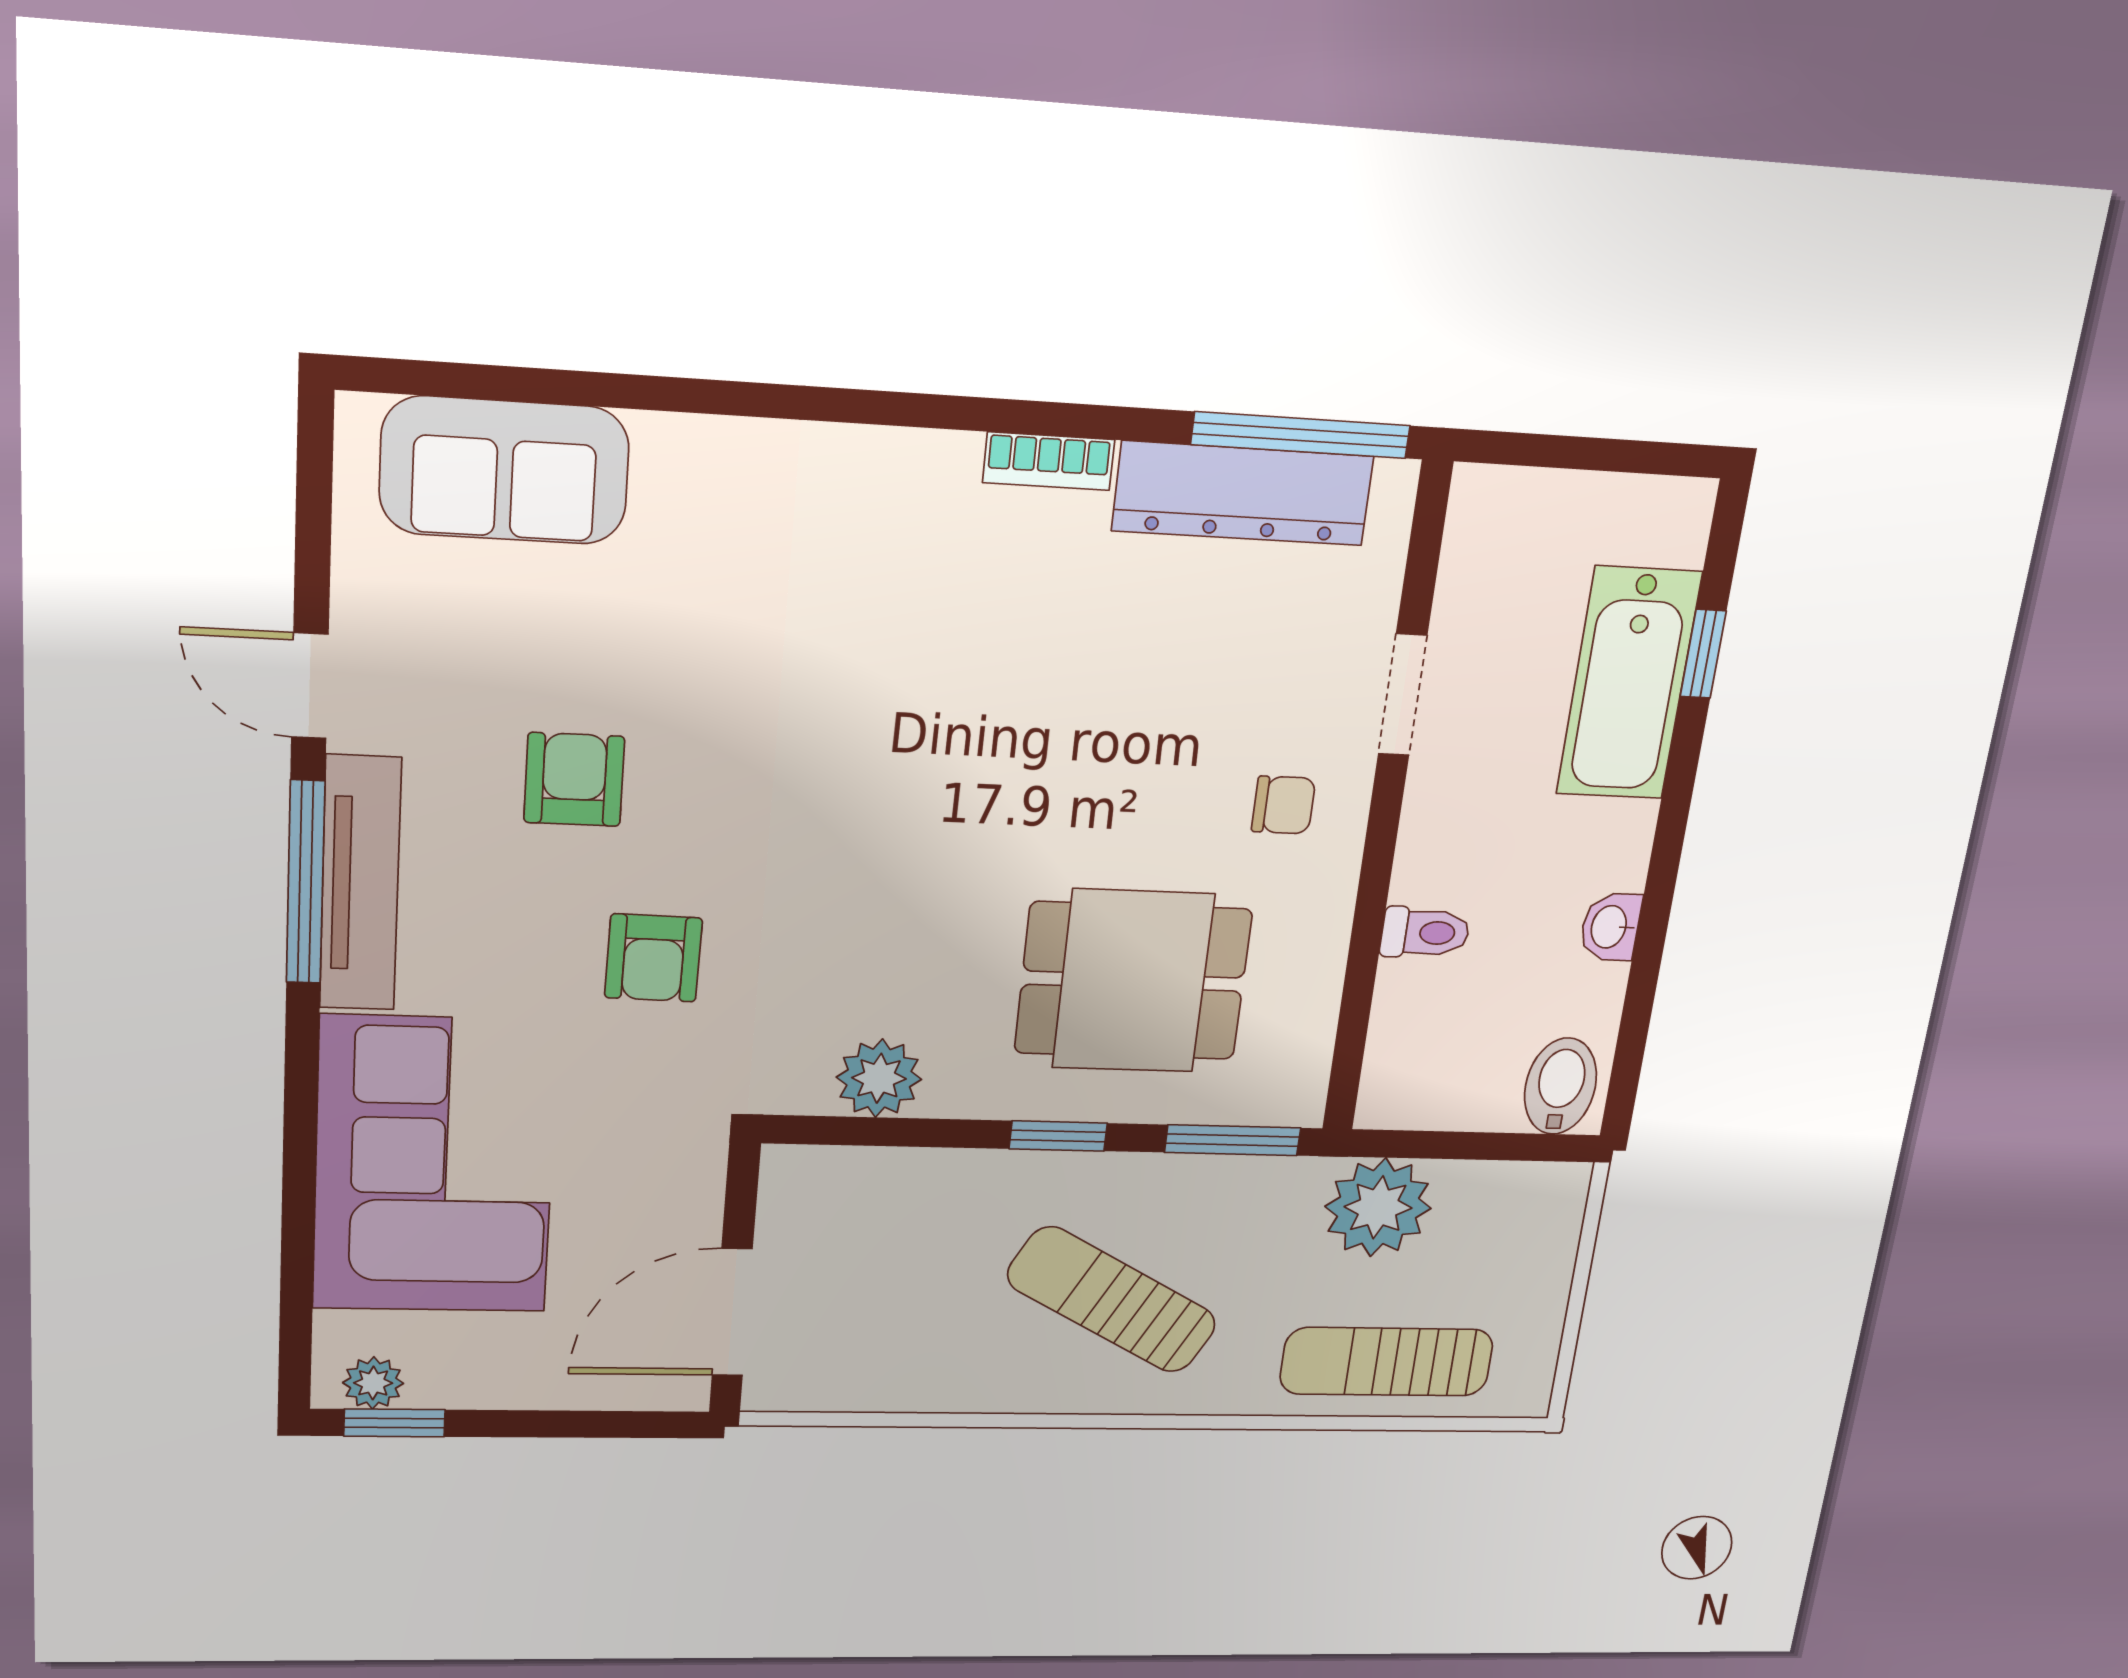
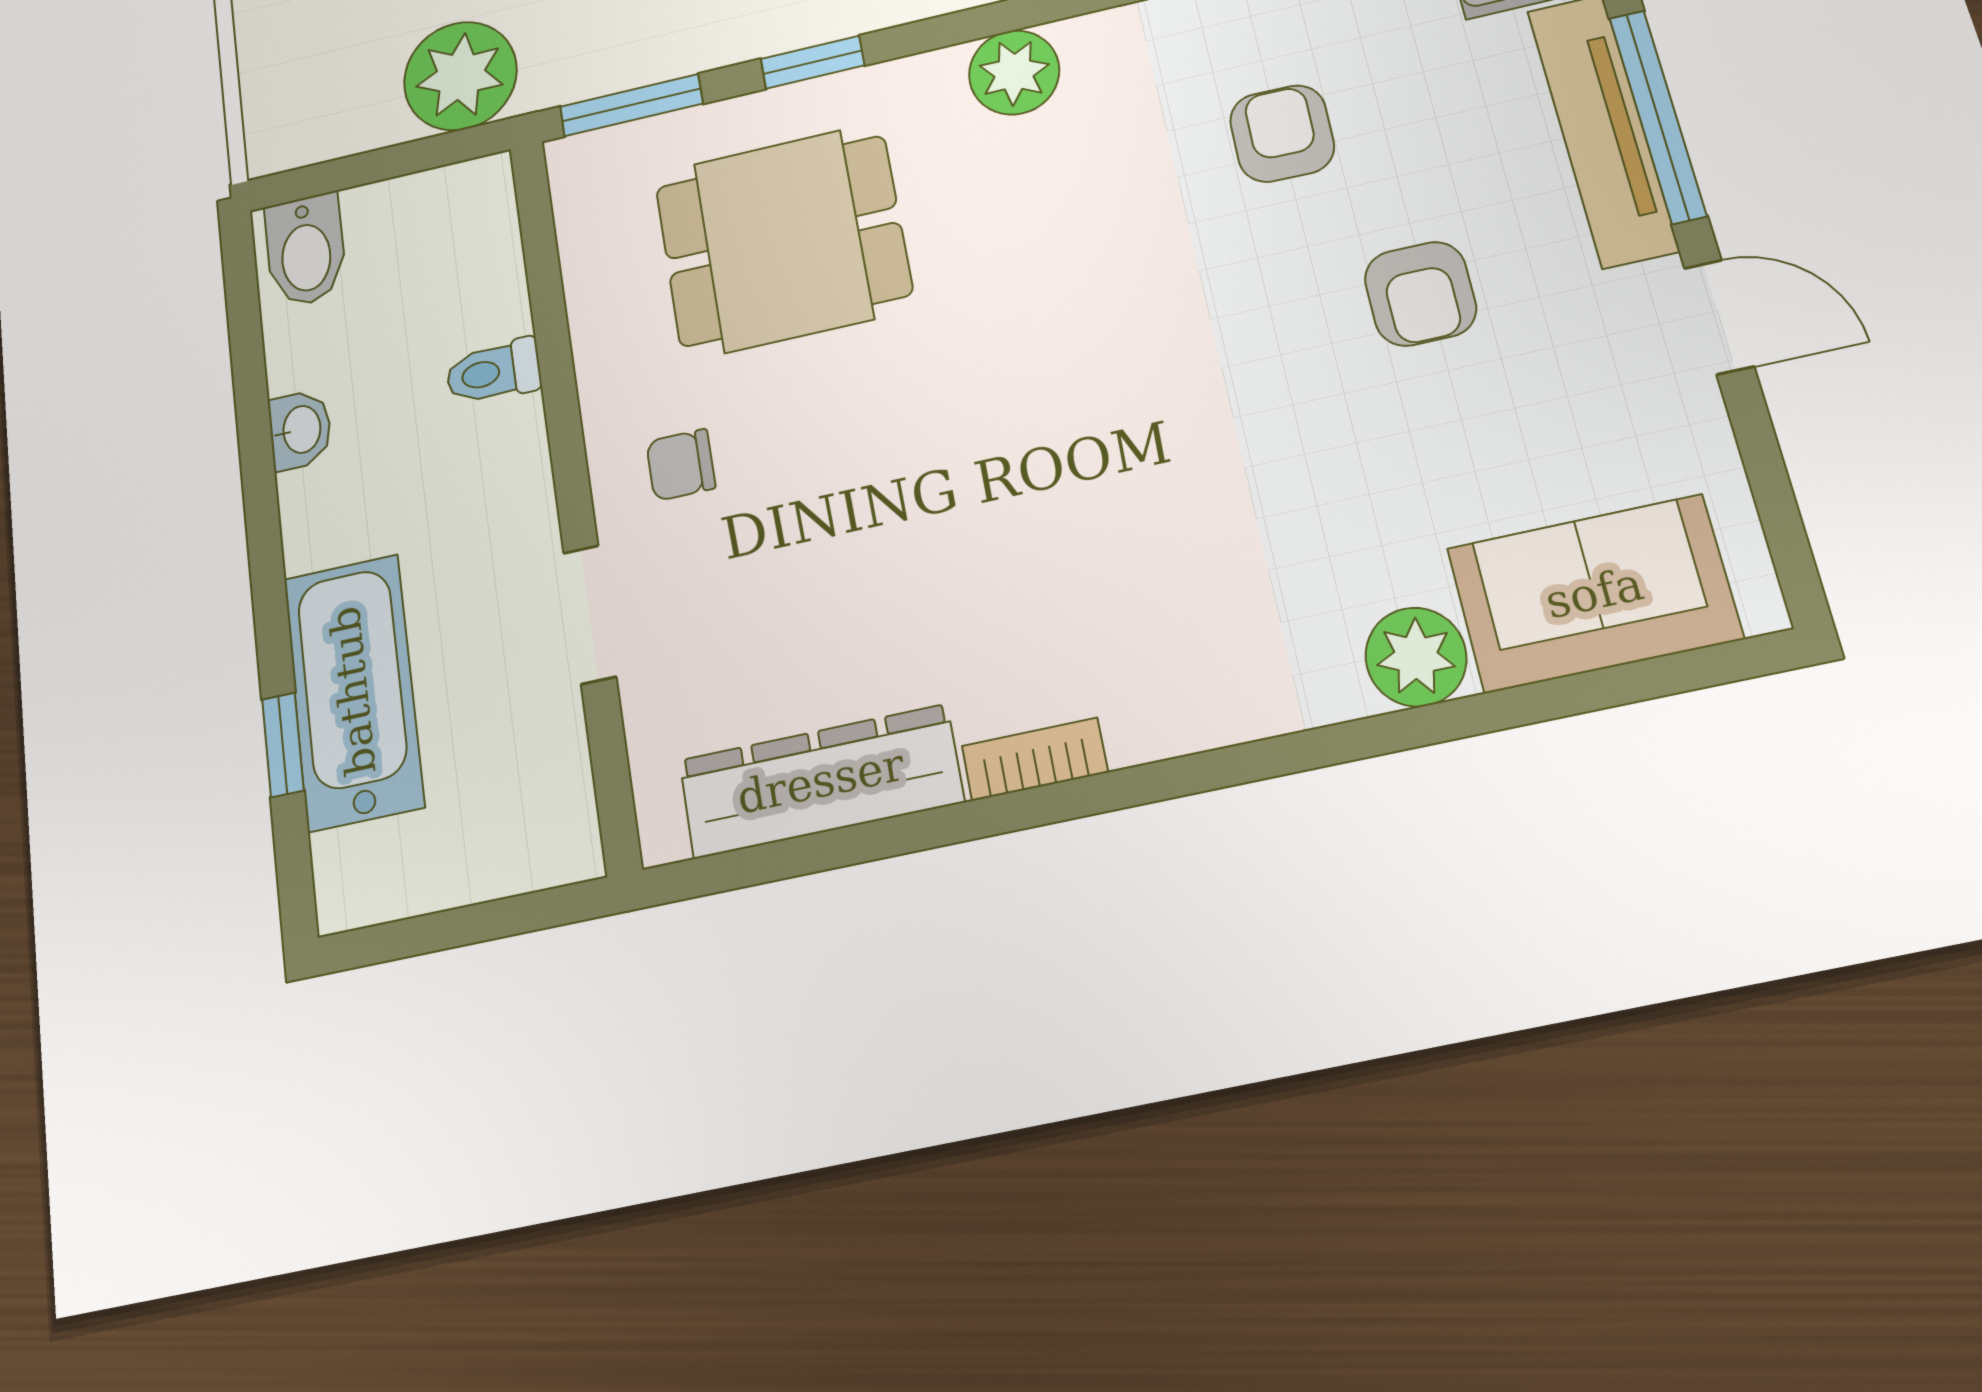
window: (1301, 435) -> (778, 861), removed
plant: (682, 458) -> (1416, 657), added

